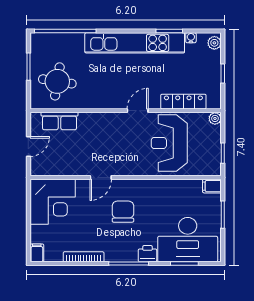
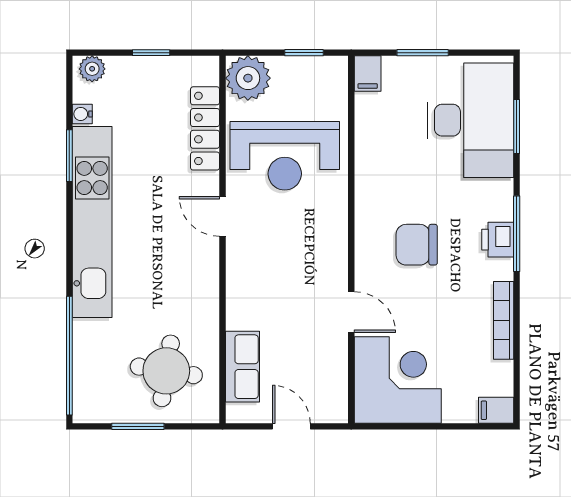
plant: (215, 118) -> (248, 78), width x1.88, depth x1.88
door: (101, 178) -> (351, 312), moved
printer: (147, 254) -> (498, 240), moved

